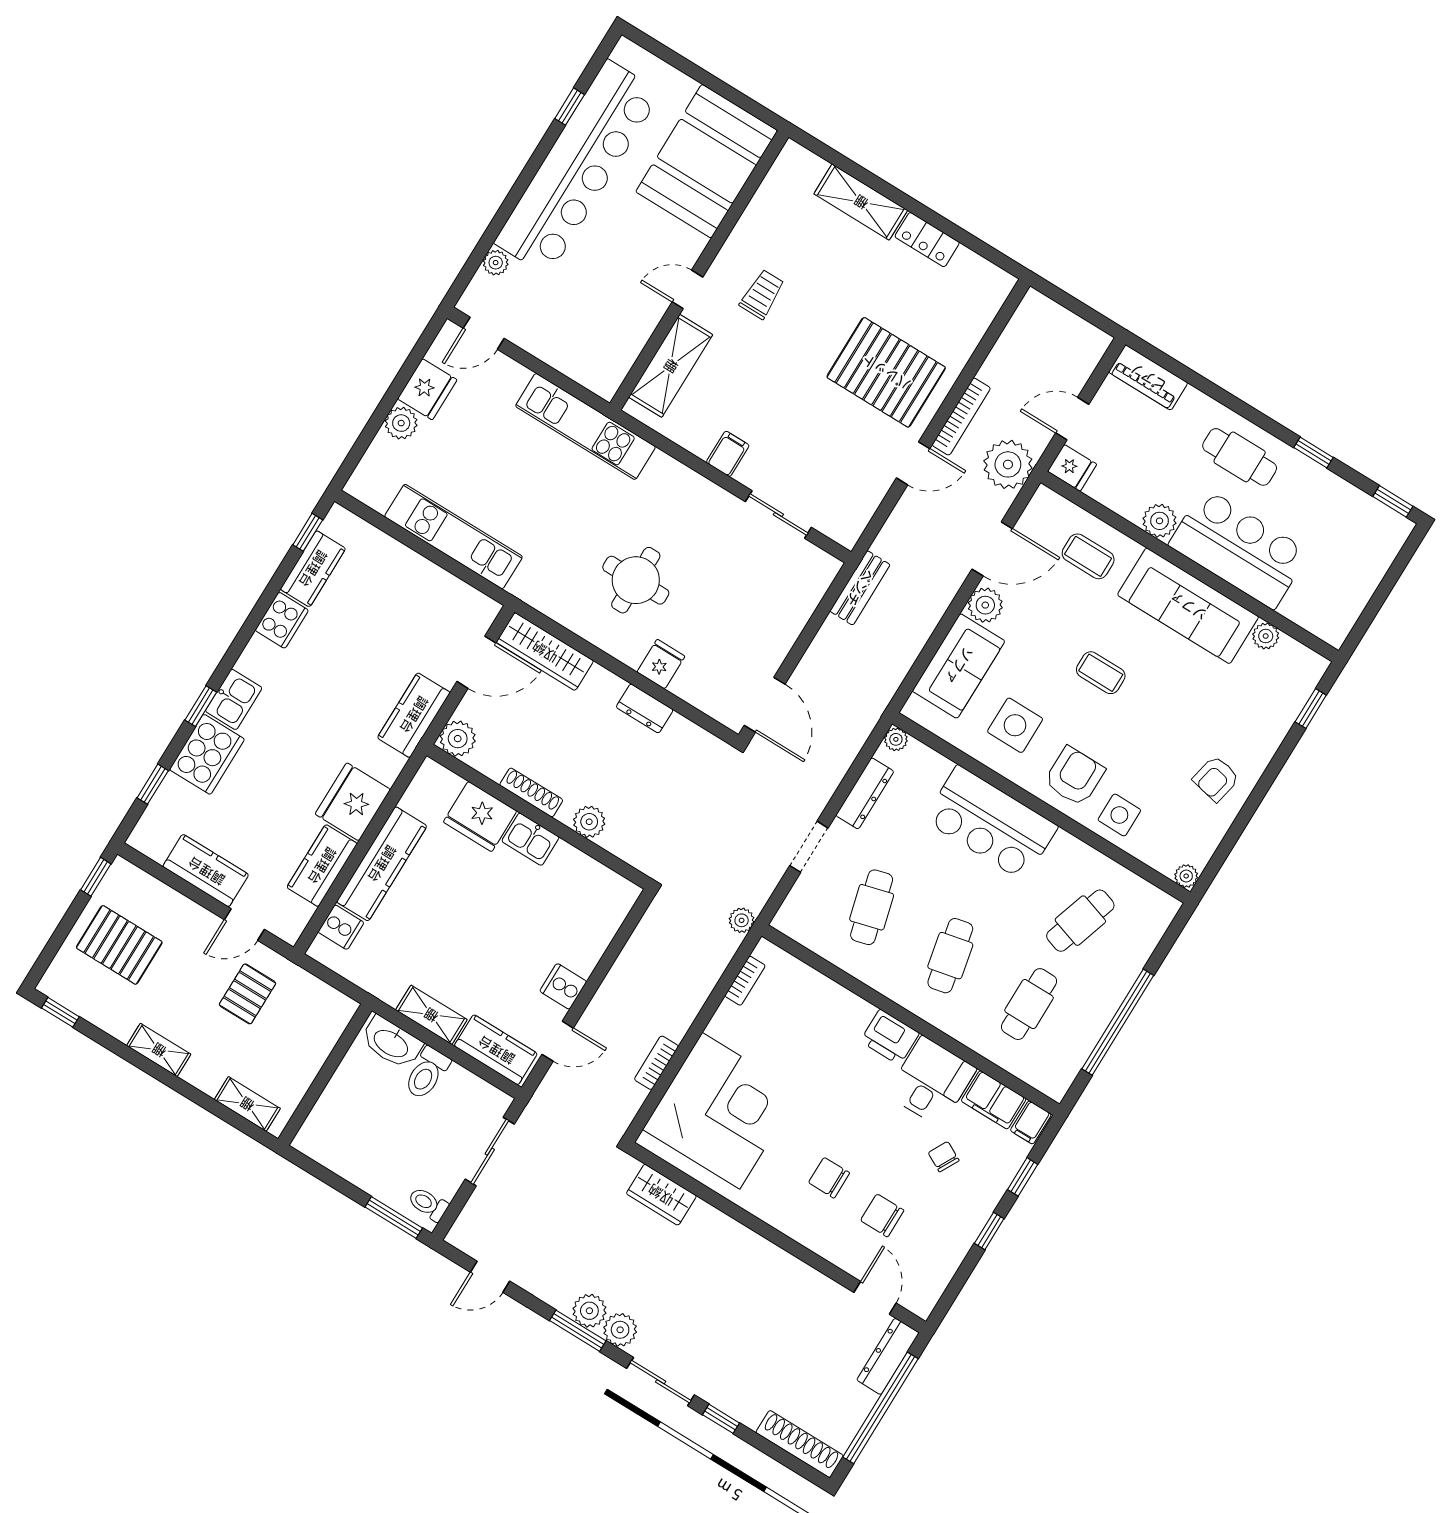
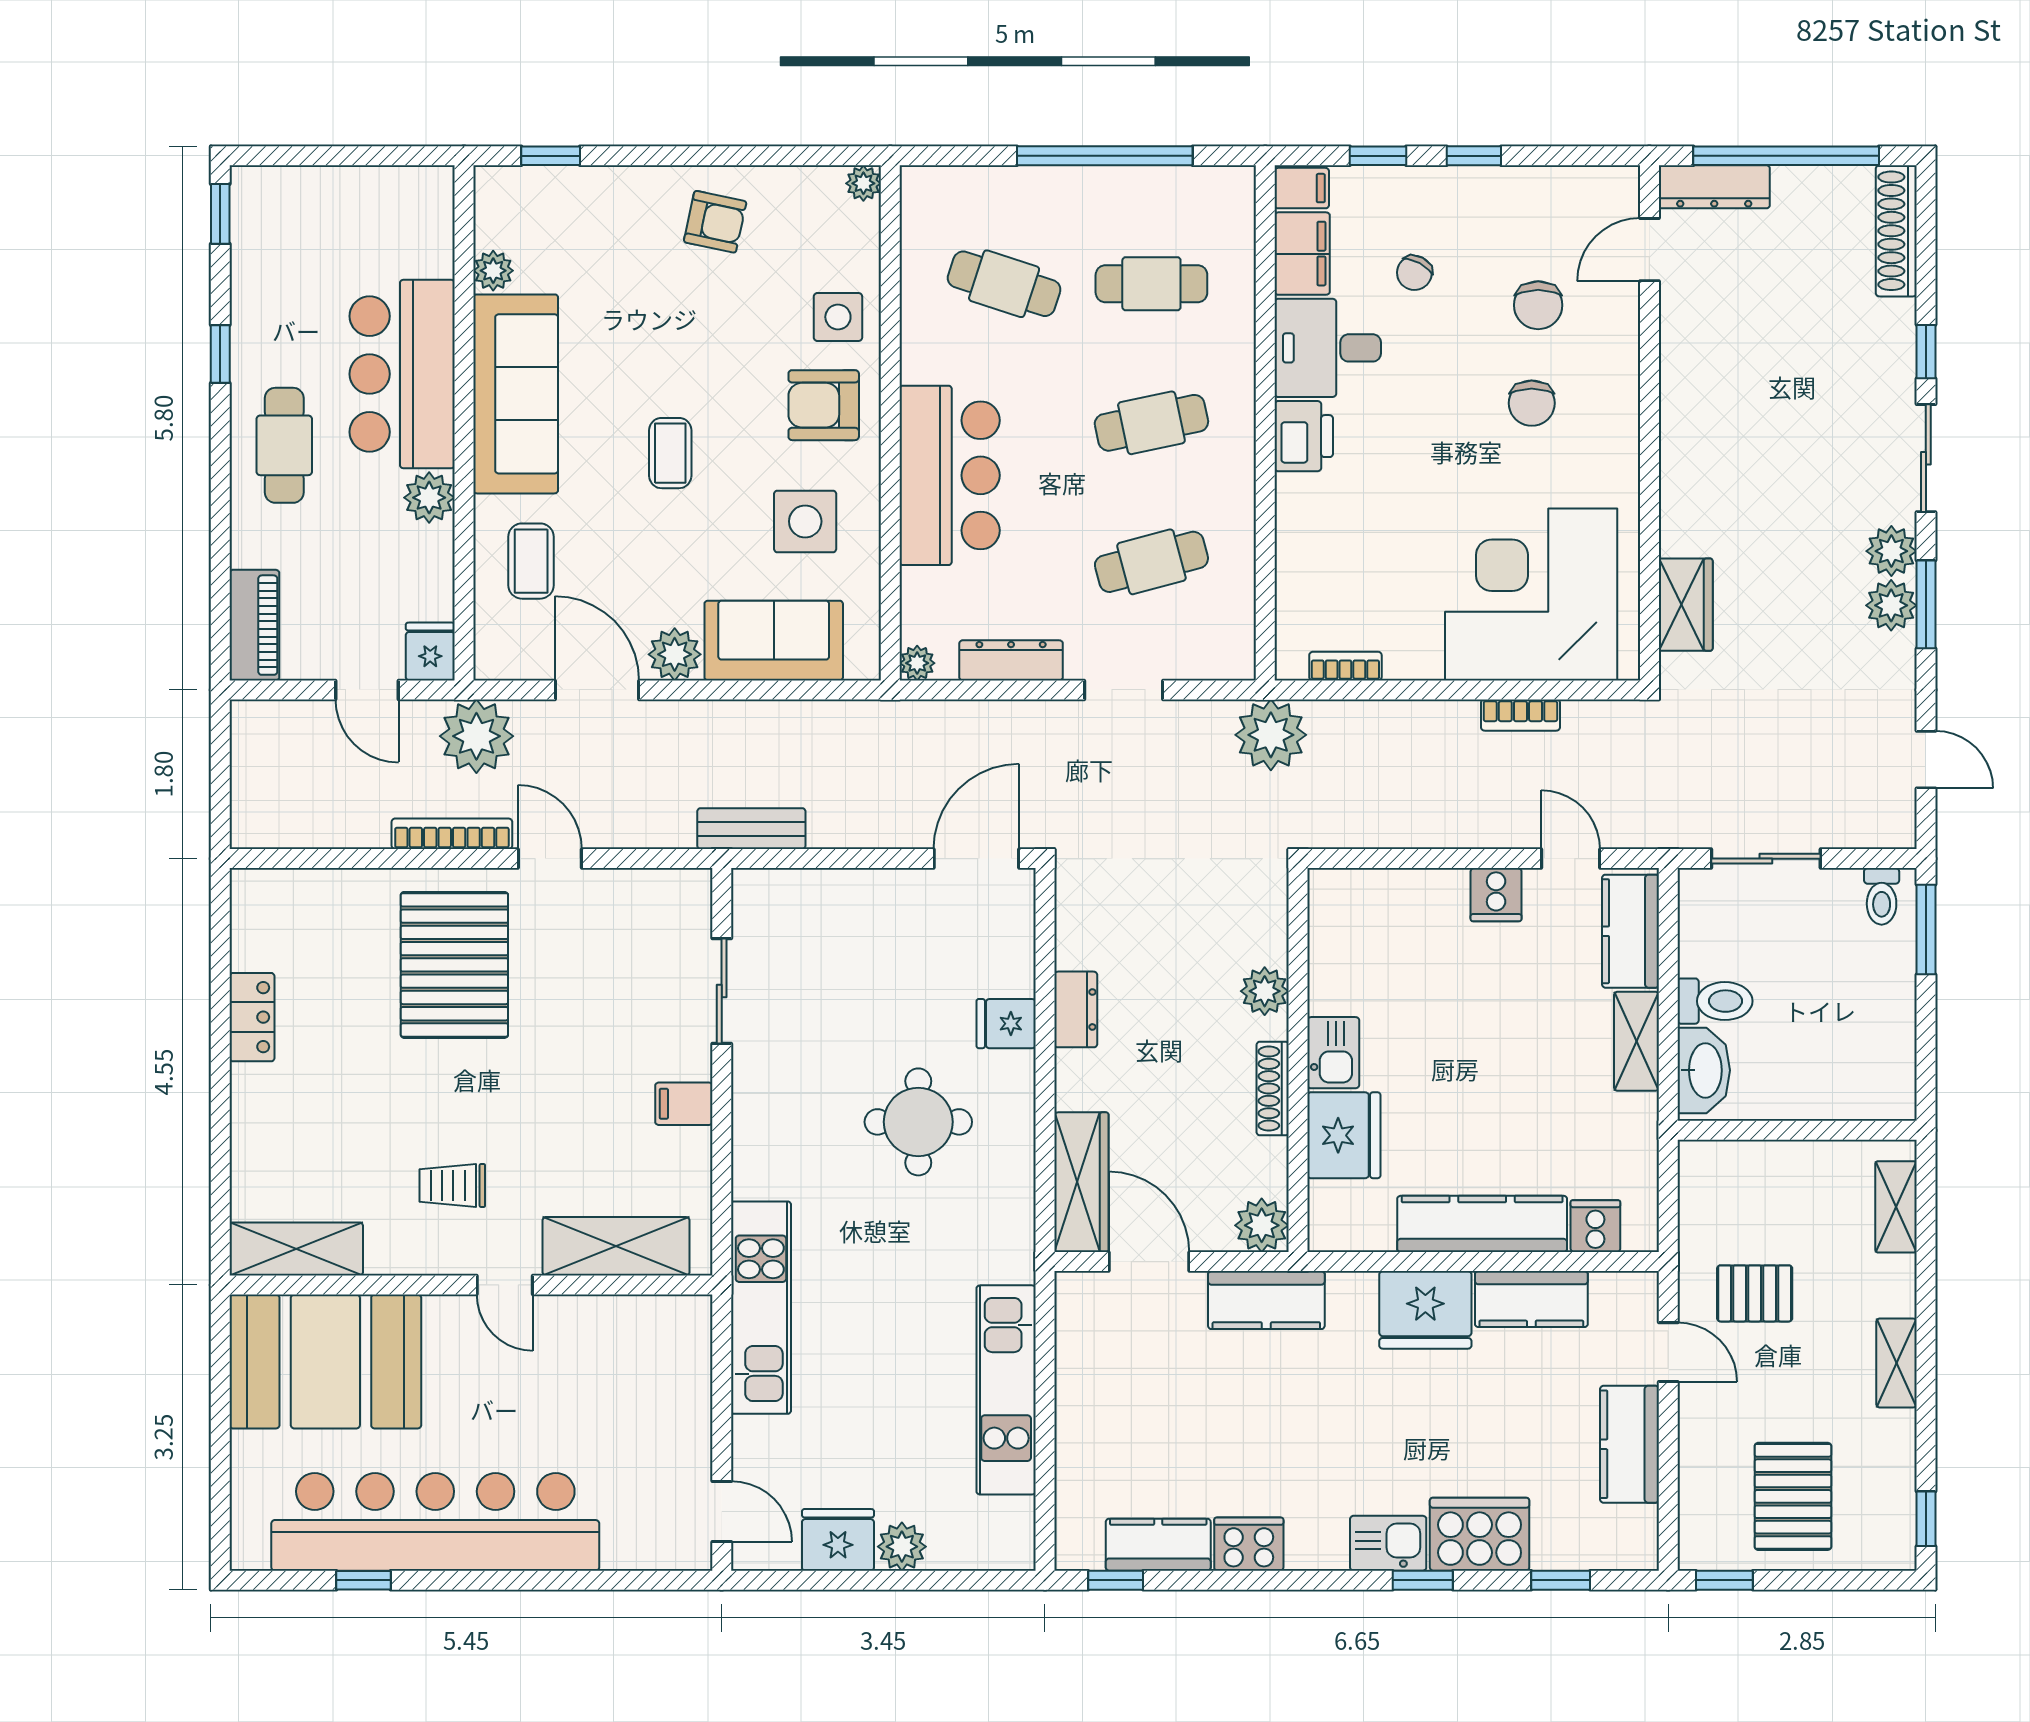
shelving: (861, 202) -> (296, 1249), moved, turned 90
plant: (496, 263) -> (622, 1552), removed
plant: (742, 920) -> (1271, 735), width x1.88, depth x1.88

